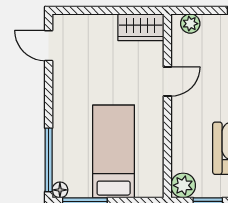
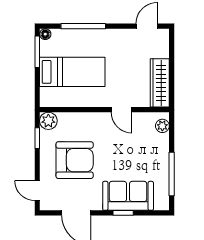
wardrobe: (141, 27) -> (160, 83), width x1.50
window: (49, 160) -> (83, 26), moved

